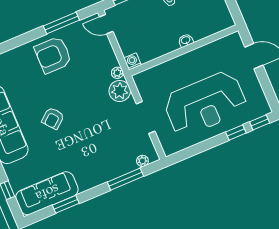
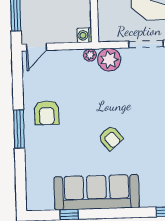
window: (61, 23) -> (19, 129), moved
armchair: (53, 55) -> (47, 113), width x0.73, depth x0.73

